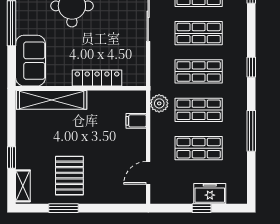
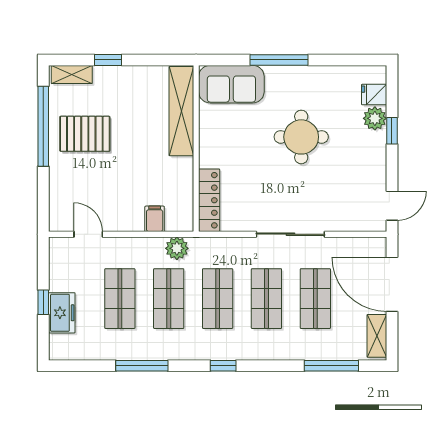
locker: (97, 78) -> (209, 200), moved
window: (63, 208) -> (43, 126), width x2.11

